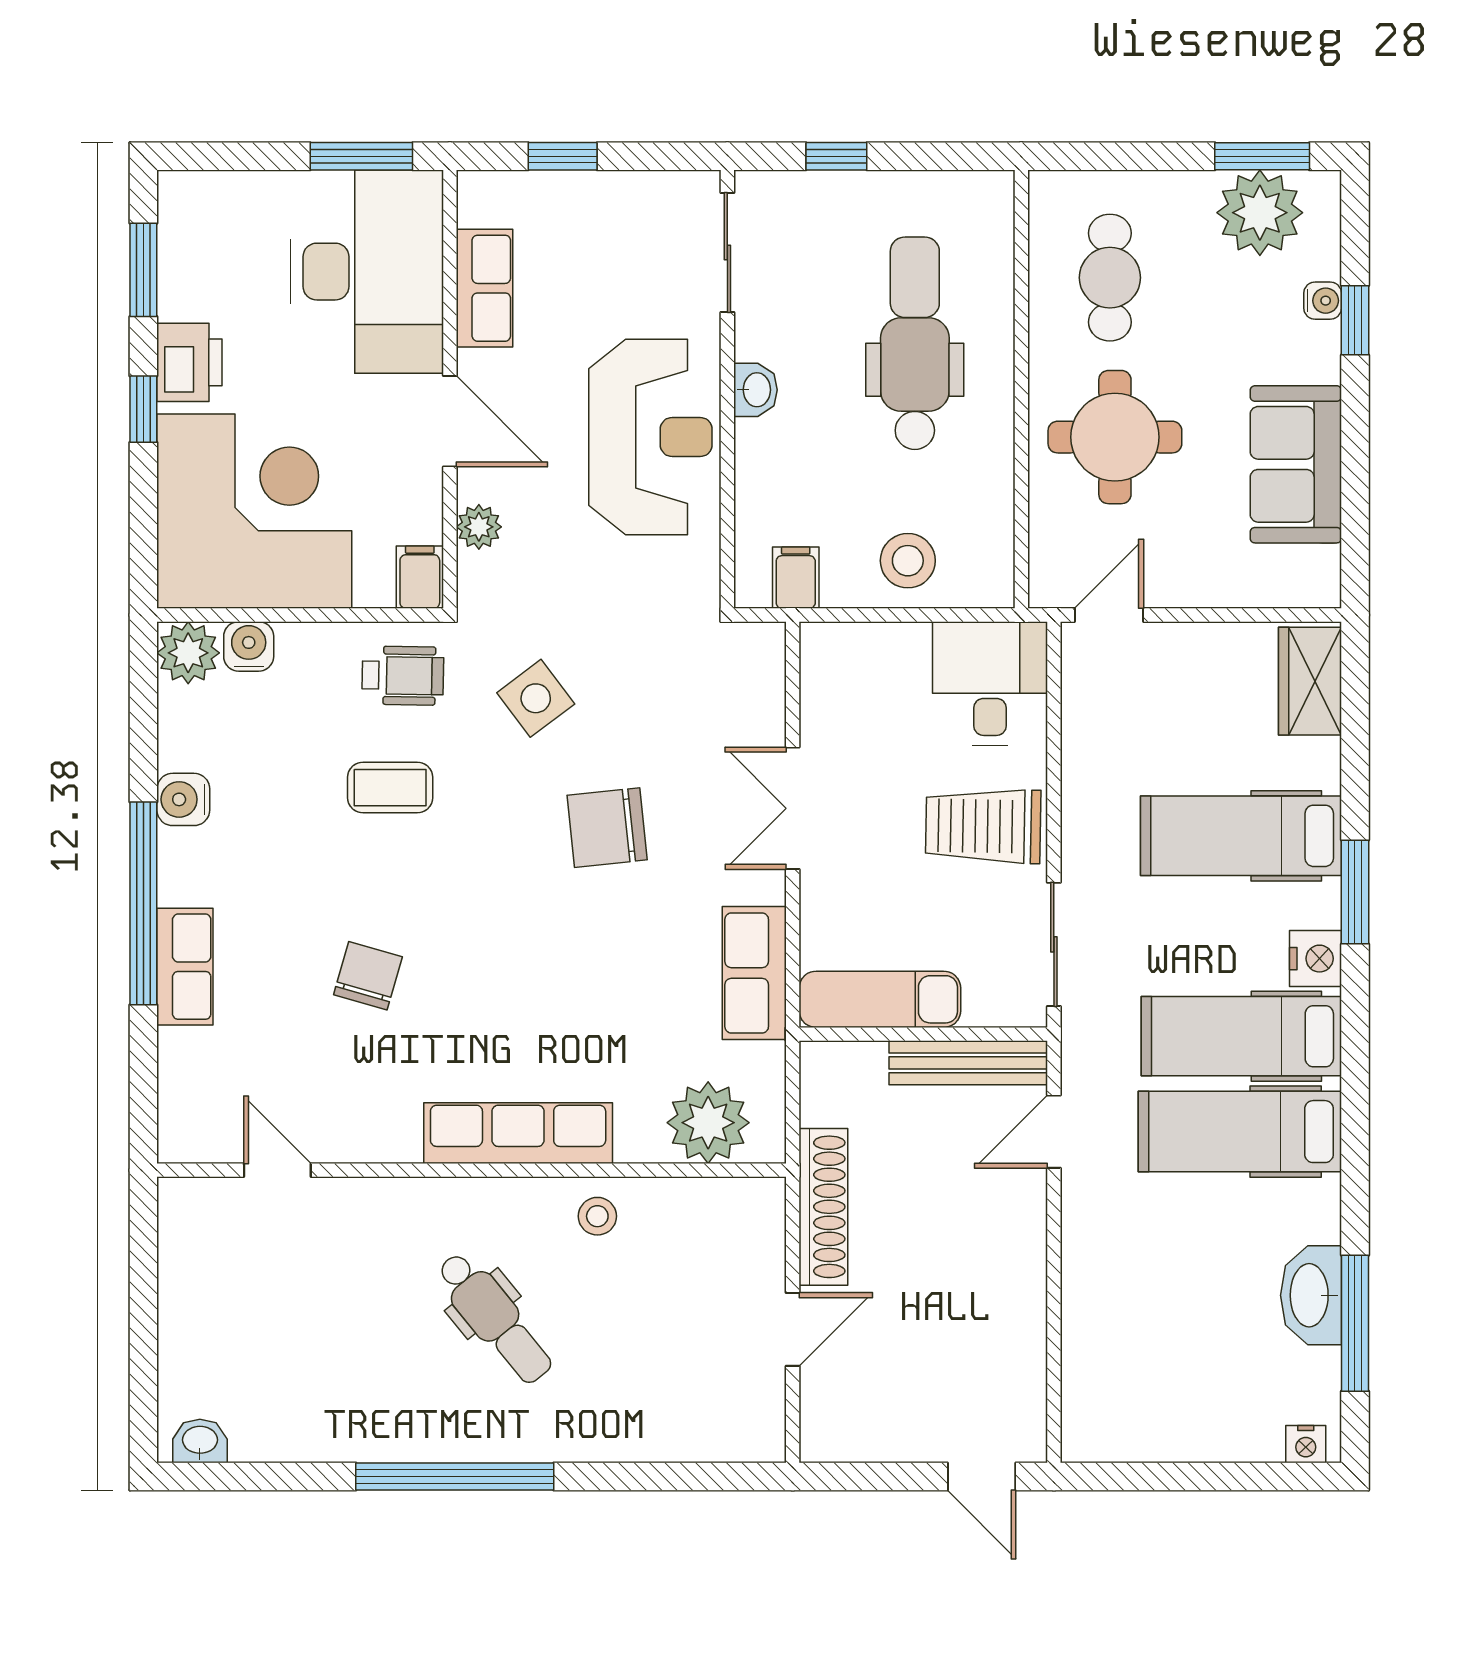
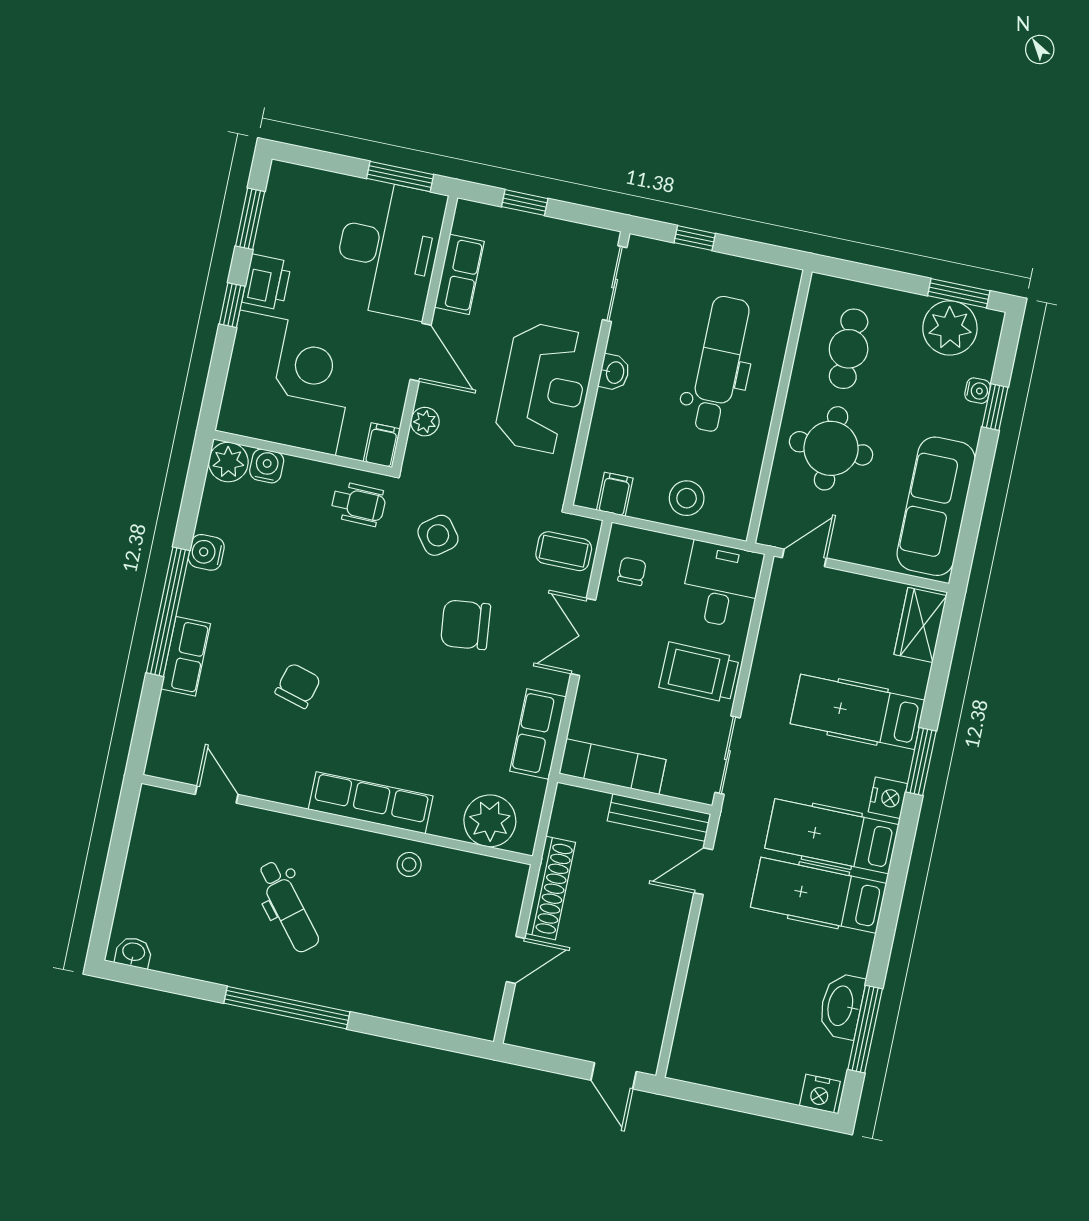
sofa: (1296, 464) -> (936, 506), width x1.36
chair: (847, 691) -> (632, 571), added
coffee table: (390, 788) -> (564, 551), moved
dental chair: (494, 1318) -> (288, 907), moved
nightstand: (1306, 1444) -> (820, 1094), width x1.39, depth x1.35

